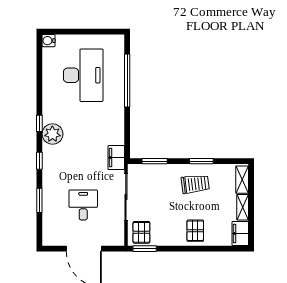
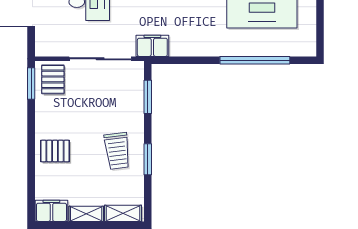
pallet: (141, 232) -> (53, 79), turned 90

